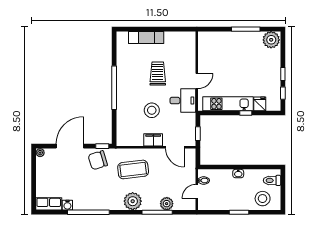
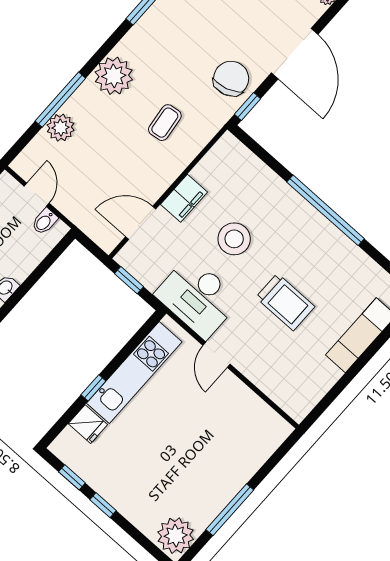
desk: (183, 101) -> (198, 297), width x1.37
coffee table: (133, 169) -> (165, 123), width x0.54, depth x0.58

